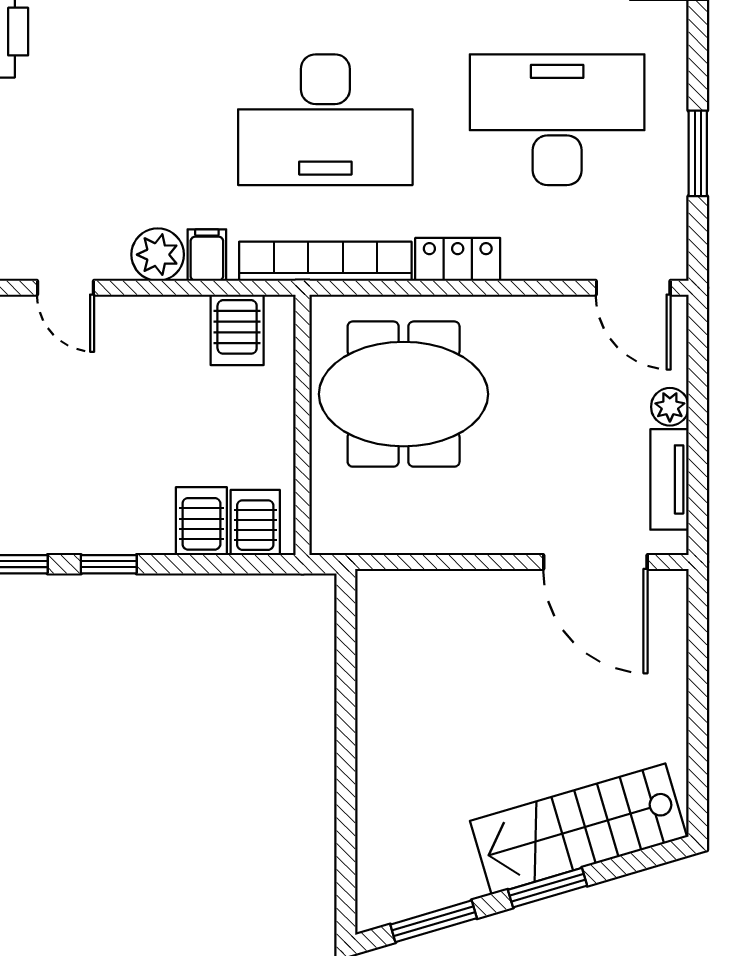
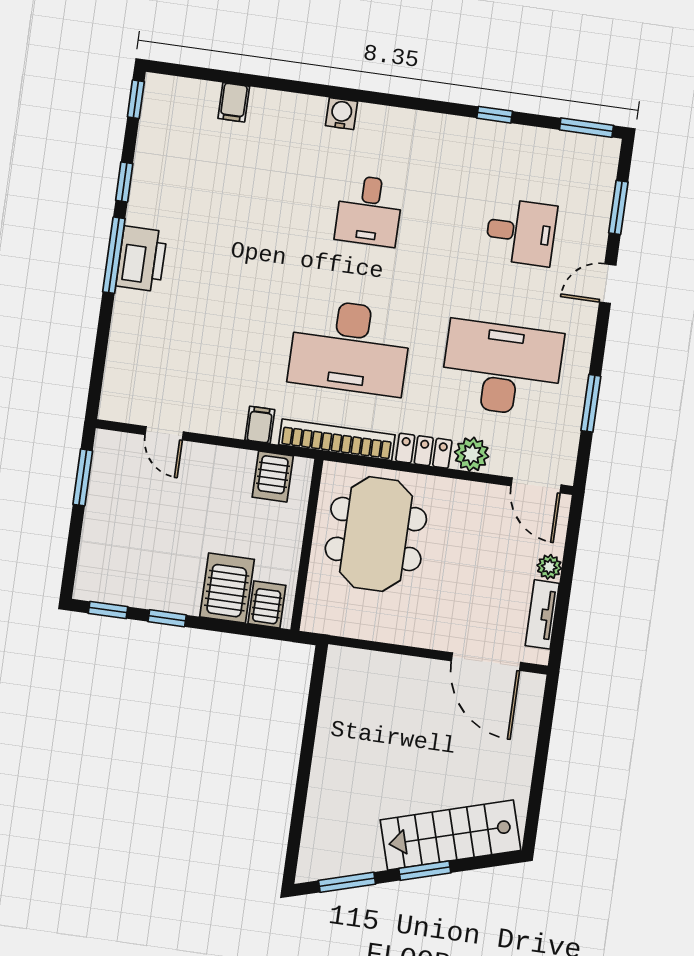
plant: (158, 255) -> (472, 454), moved
meeting table: (404, 394) -> (376, 534), turned 90
server rack: (201, 521) -> (227, 588), width x1.36, depth x1.44

